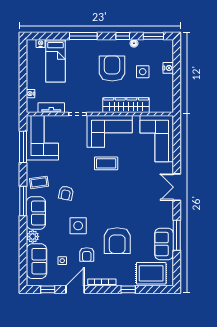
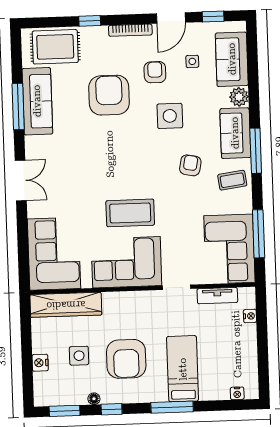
bed: (55, 61) -> (183, 369), moved
wardrobe: (126, 105) -> (66, 305), moved
coffee table: (106, 163) -> (130, 213), width x1.36, depth x1.32
sofa: (164, 244) -> (37, 101), width x1.36

